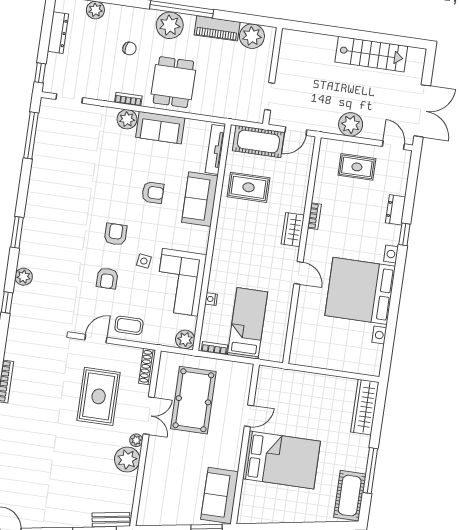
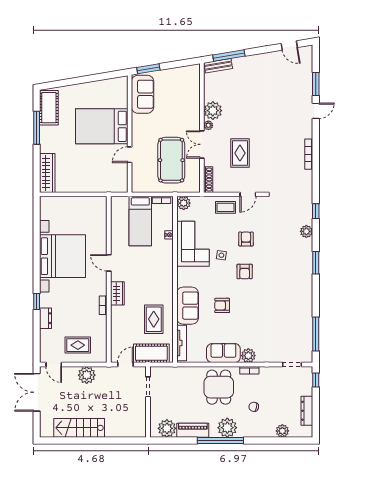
rug: (249, 187) -> (154, 319), turned 90
rug: (99, 396) -> (240, 153), width x0.73, depth x0.70

